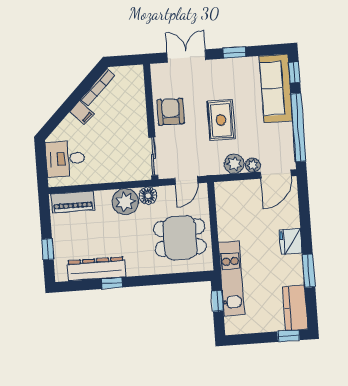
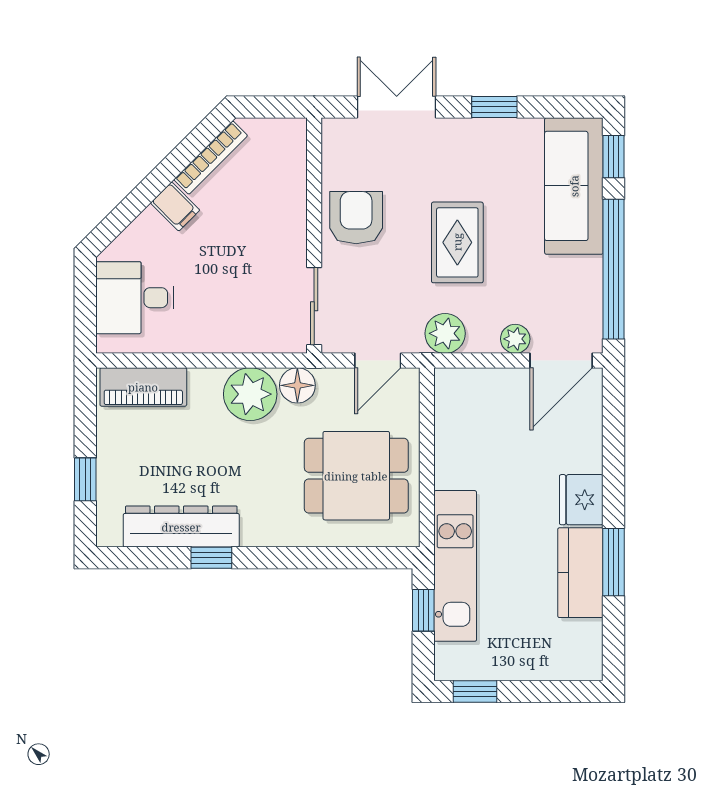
plant: (234, 164) -> (445, 333), moved
kitchen counter: (295, 308) -> (580, 573), moved
window: (289, 336) -> (475, 692), moved

